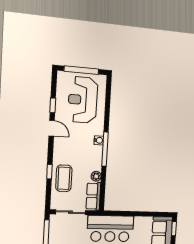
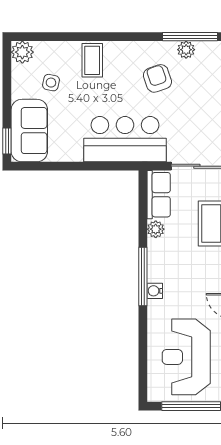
reception desk: (83, 100) -> (186, 357), turned 180

